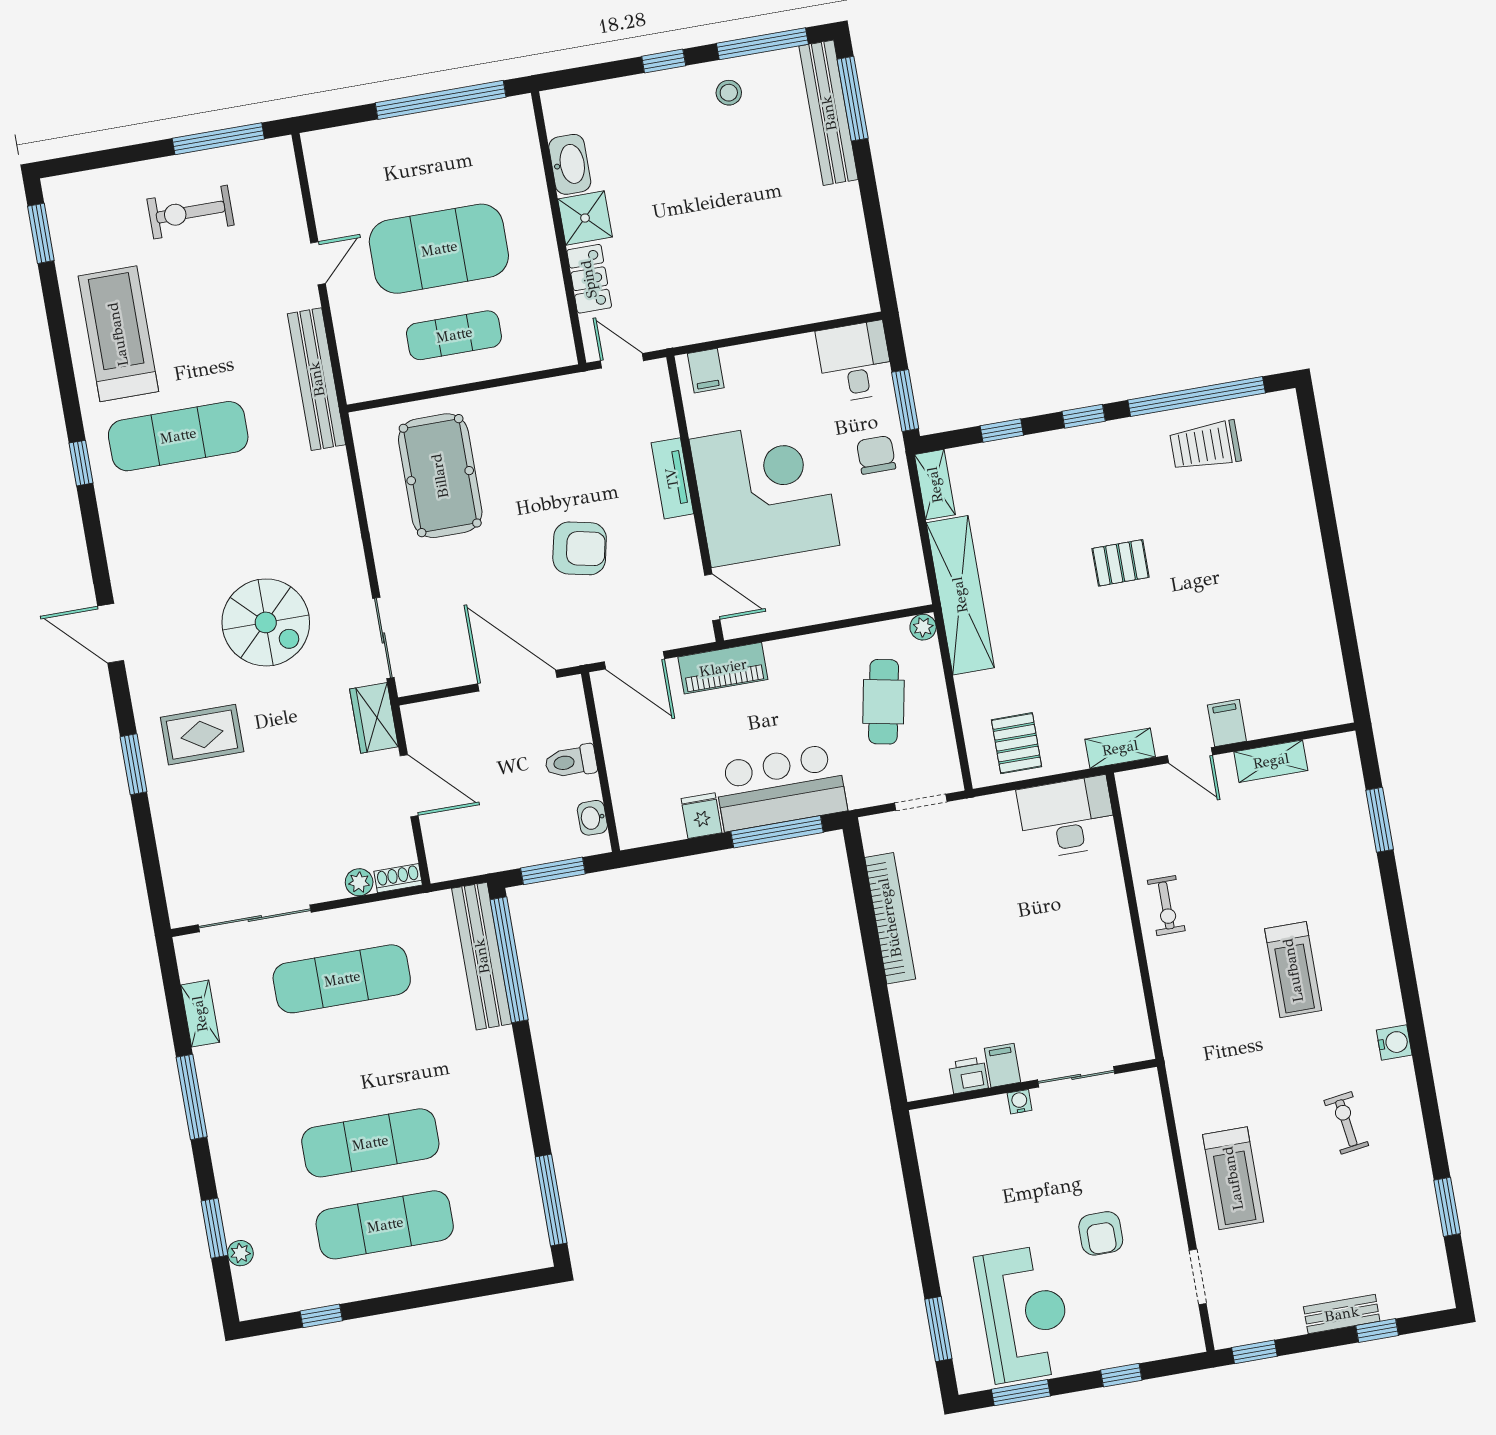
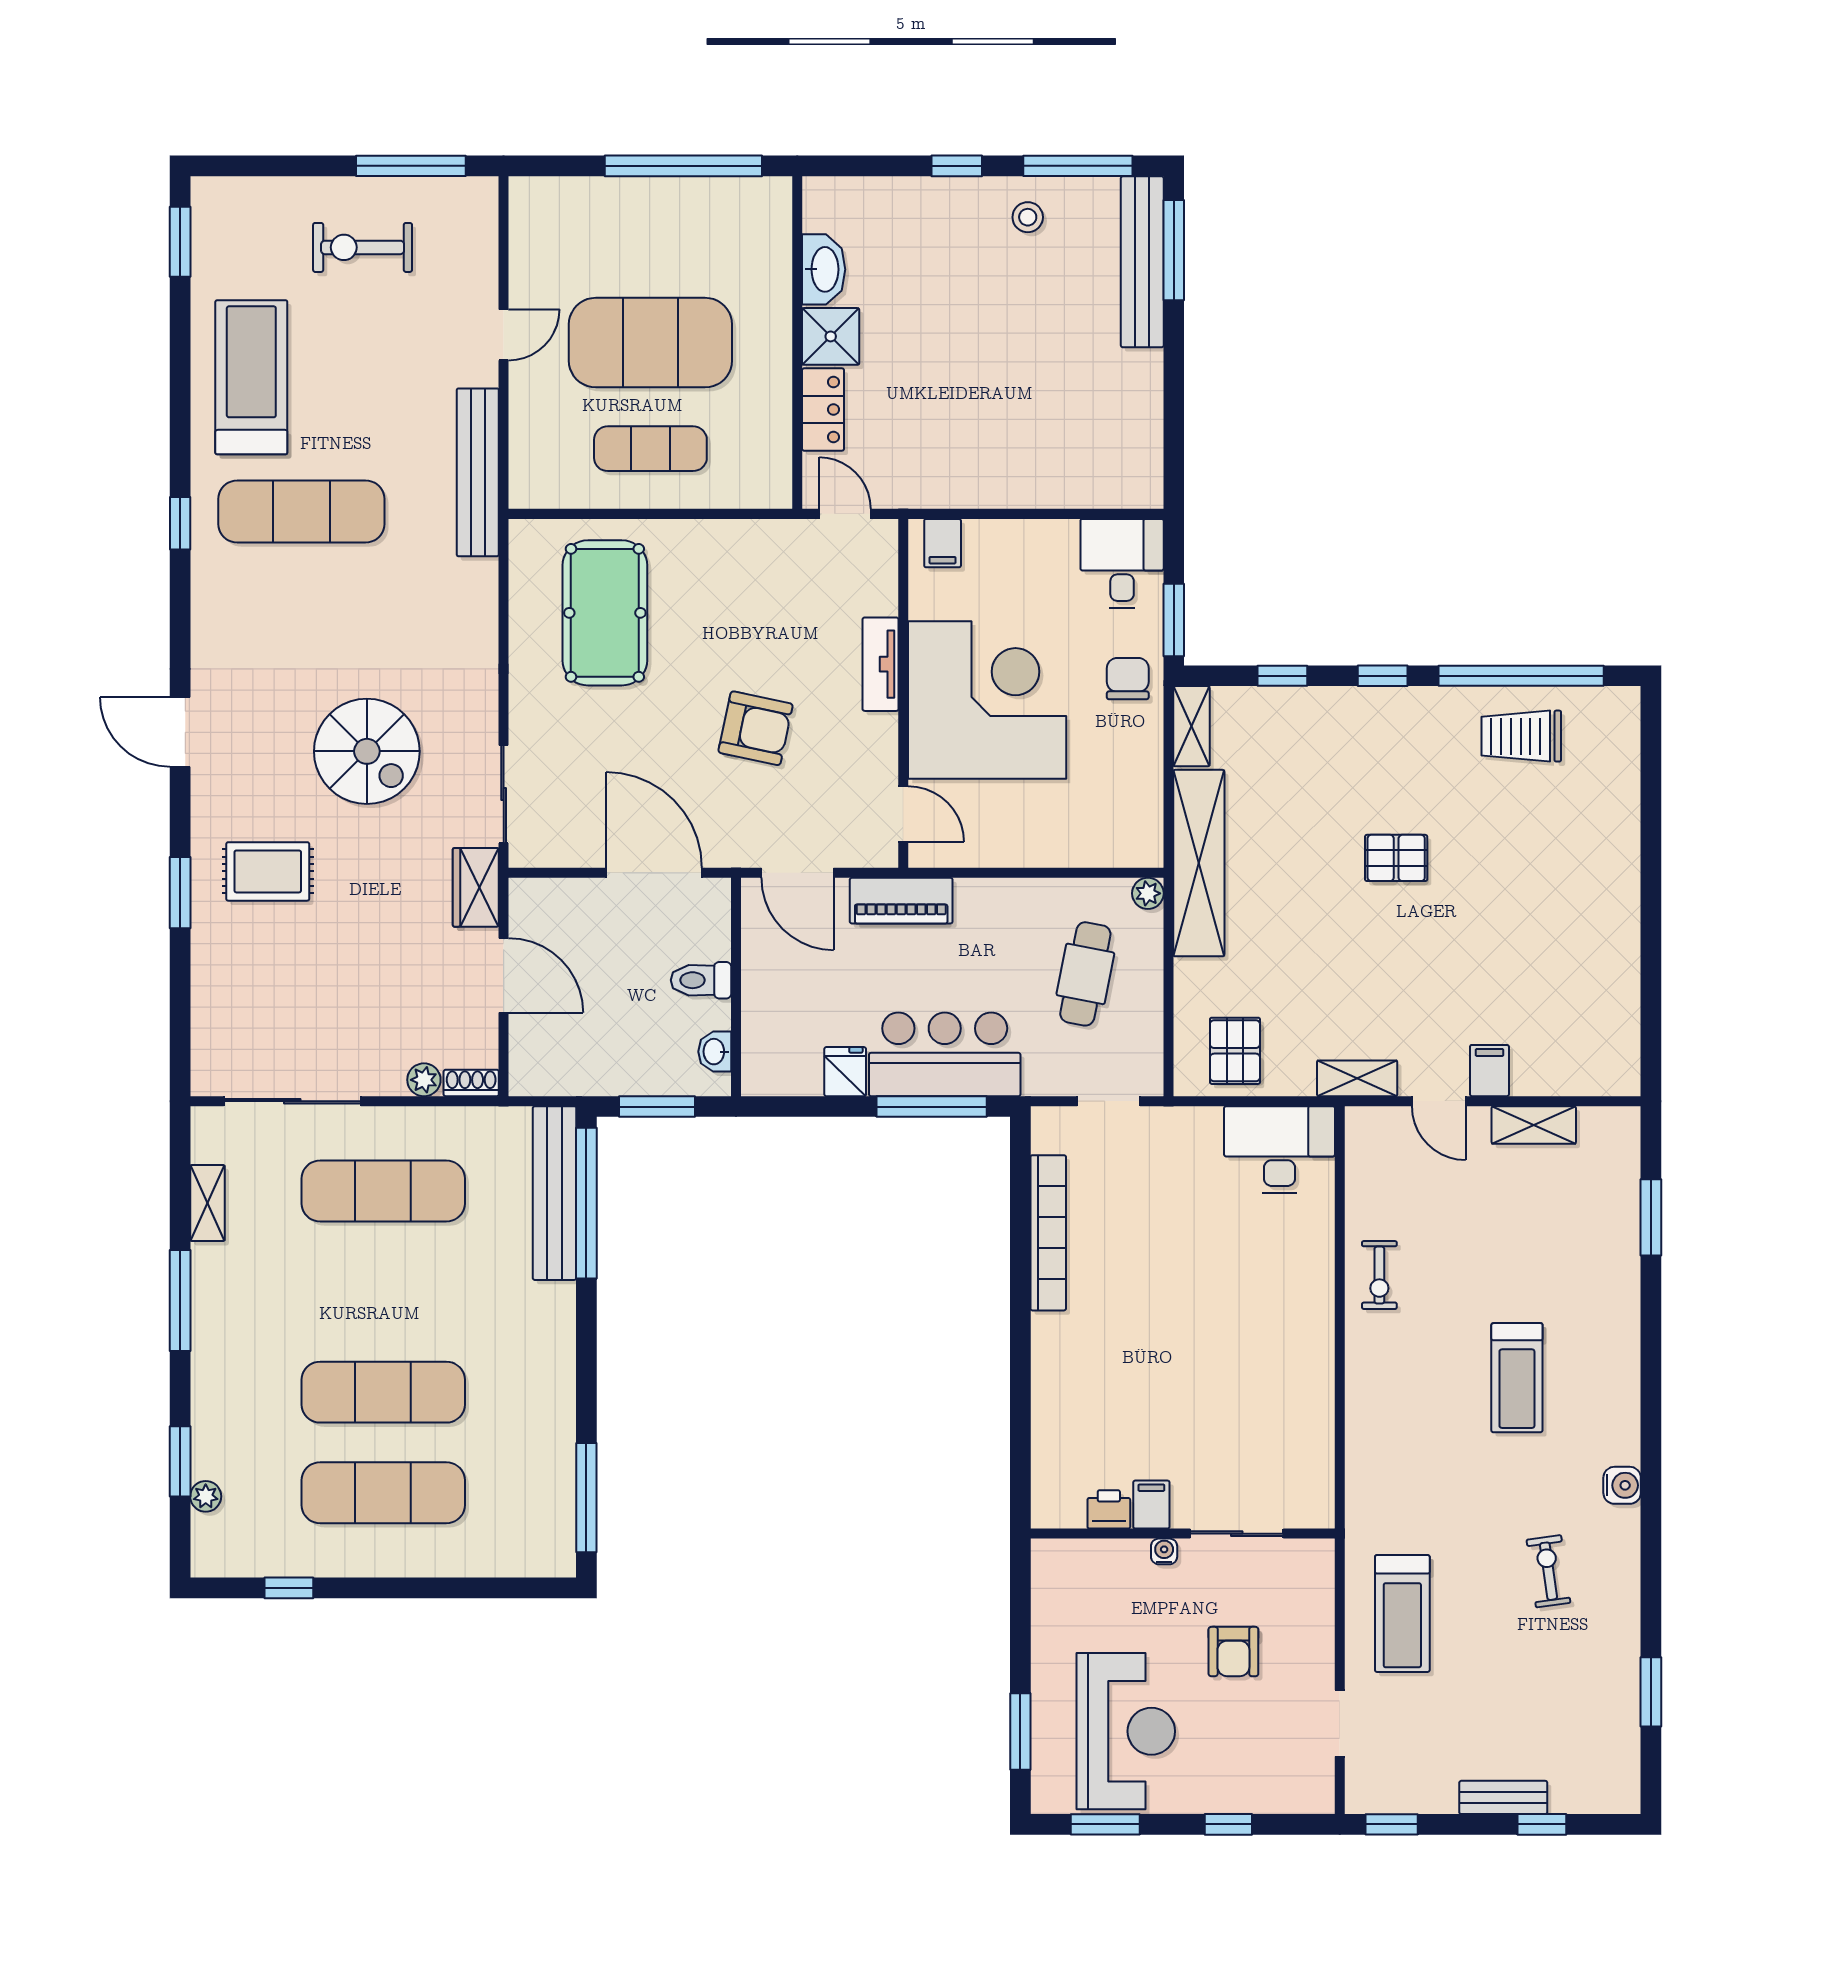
filing cabinet: (1002, 1065) -> (1151, 1505), moved
printer: (968, 1075) -> (1109, 1509), moved
sliding door: (1076, 1077) -> (1237, 1534), moved
wall: (1032, 1085) -> (1183, 1534), moved
water cooler: (1020, 1102) -> (1164, 1551), moved

